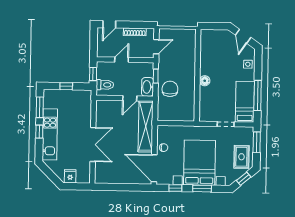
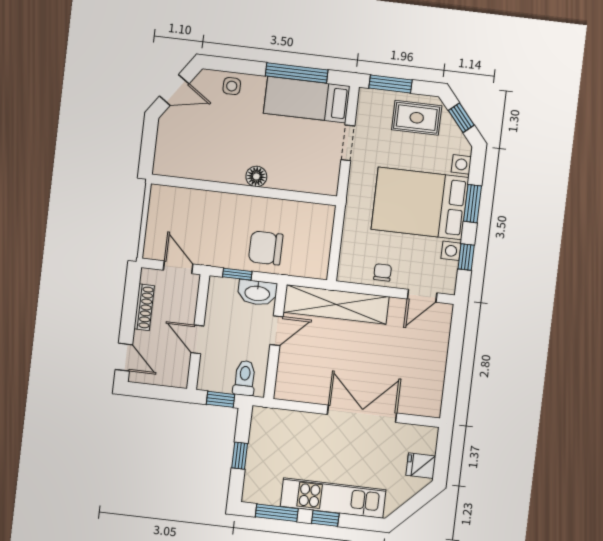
door: (130, 98) -> (277, 331), hinge flipped
door: (154, 168) -> (422, 296), width x0.53

